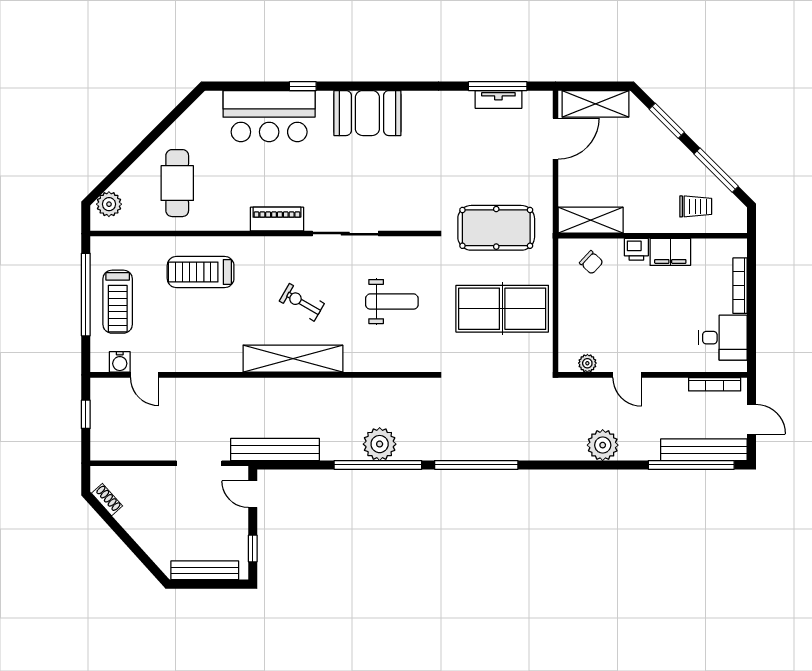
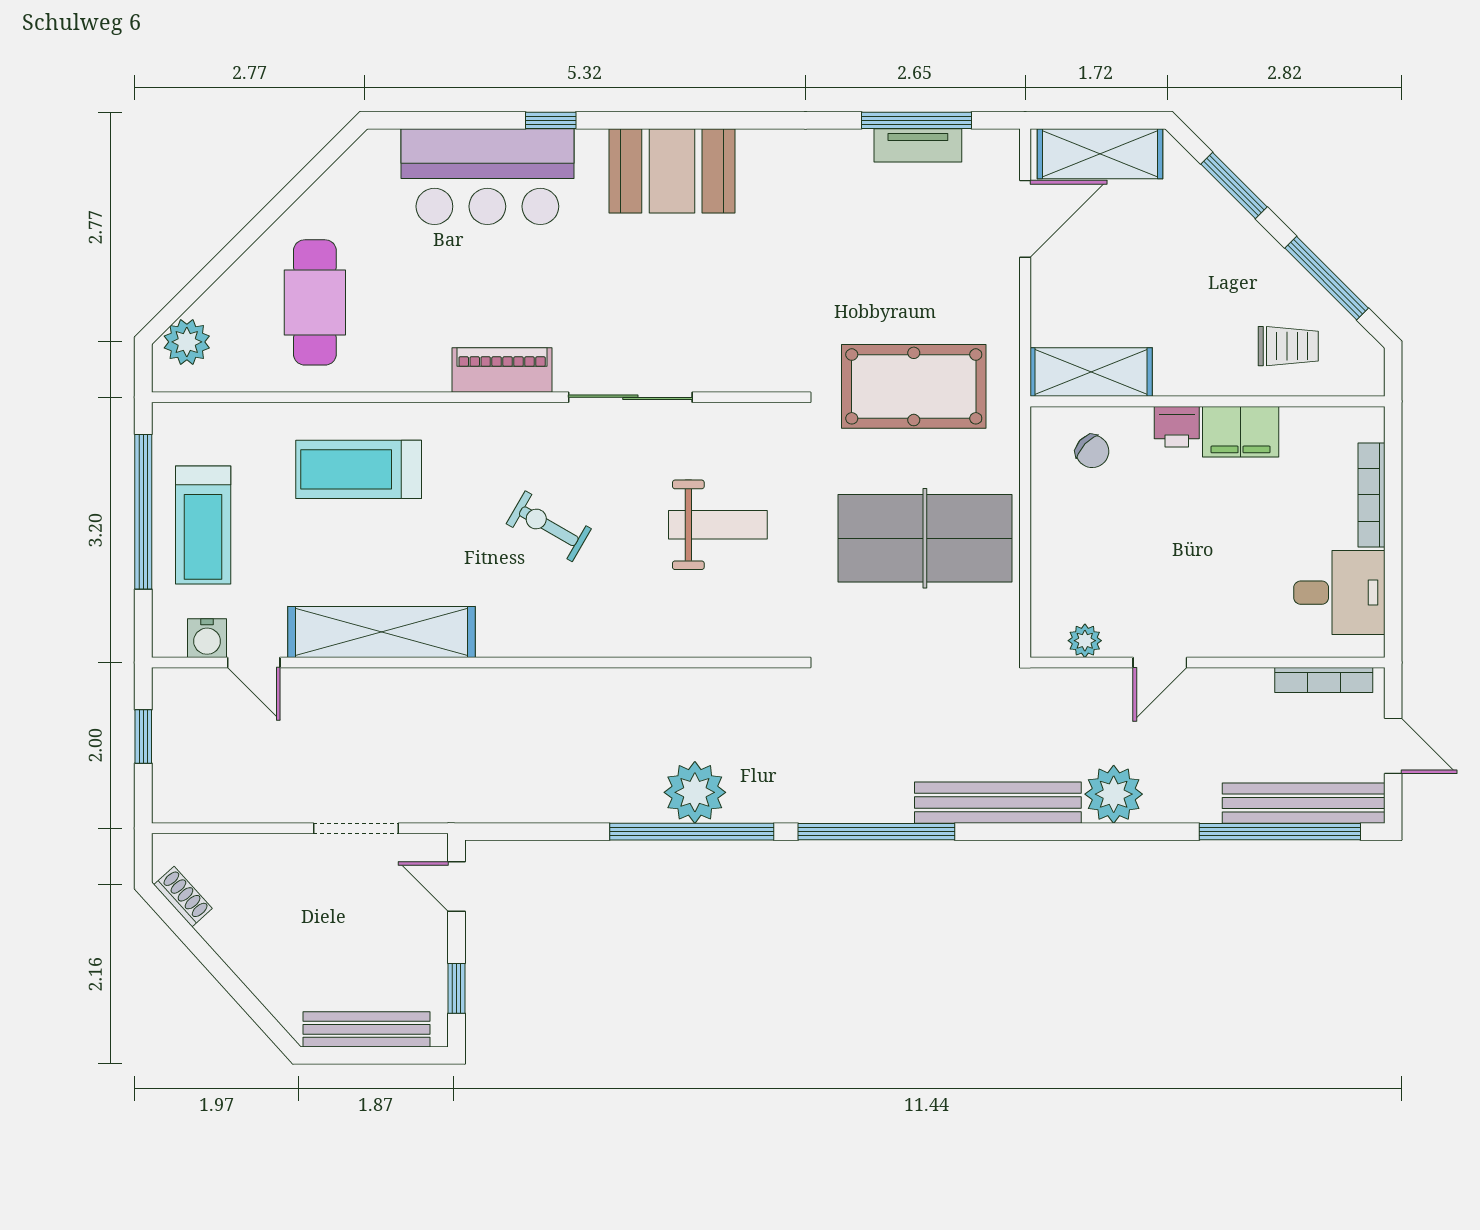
shelving: (293, 359) -> (381, 632), moved
door: (627, 375) -> (1160, 662), hinge flipped
bench: (275, 449) -> (998, 803), moved

